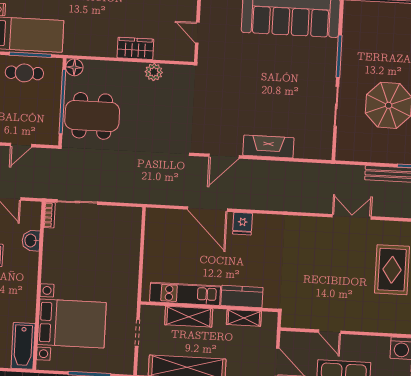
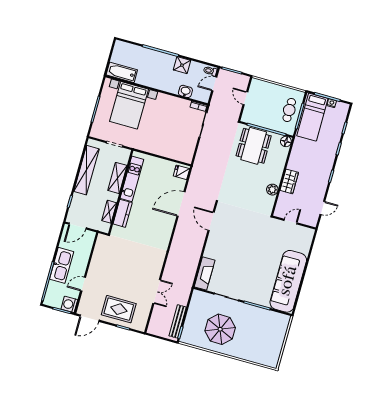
fireplace: (268, 147) -> (205, 273), moved
fridge: (242, 224) -> (181, 172), moved
door: (330, 332) -> (83, 284), moved

